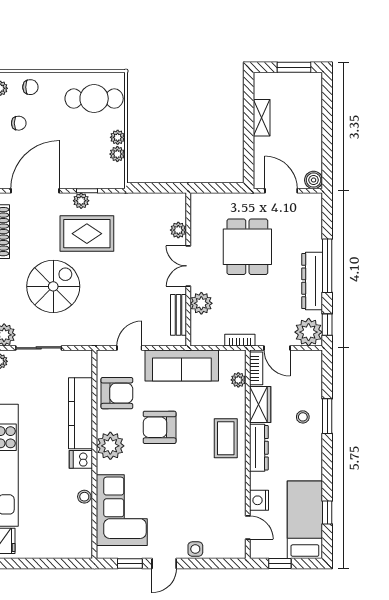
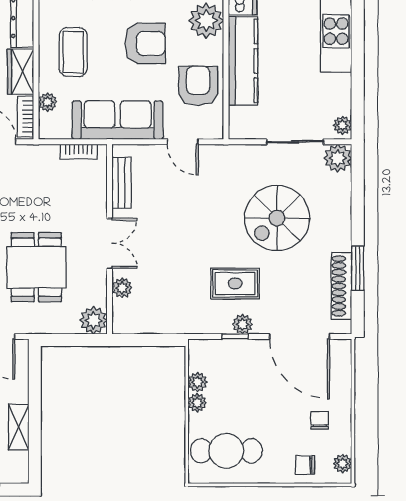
chair: (19, 123) -> (320, 420), turned 90
door: (35, 191) -> (300, 336), hinge flipped
rug: (87, 234) -> (235, 283), width x0.73, depth x0.70
plant: (201, 303) -> (93, 320), moved
bookcase: (240, 340) -> (79, 152), moved
door: (129, 348) -> (183, 142), hinge flipped
armchair: (117, 393) -> (198, 86), turned 90
coffee table: (226, 438) -> (73, 52), moved

